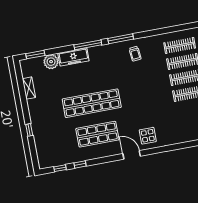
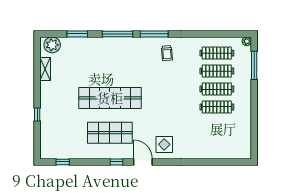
window: (35, 55) -> (77, 34), moved
freezer: (73, 57) -> (100, 44), removed
plant: (51, 62) -> (52, 45), moved
window: (80, 164) -> (117, 162), moved

